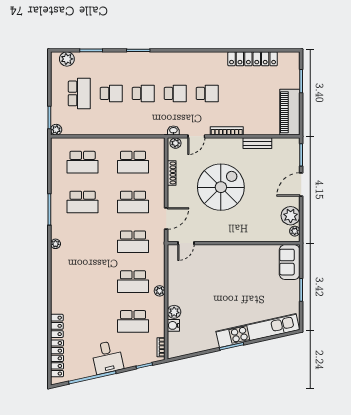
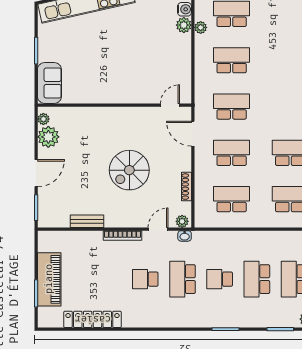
school desk: (111, 93) -> (257, 279), width x1.85
school desk: (175, 93) -> (182, 279), width x1.85
piano: (290, 112) -> (49, 279), moved
spiral stairs: (221, 187) -> (129, 170), width x0.73, depth x0.73
door: (166, 219) -> (193, 134), hinge flipped
plant: (160, 291) -> (201, 27), moved

